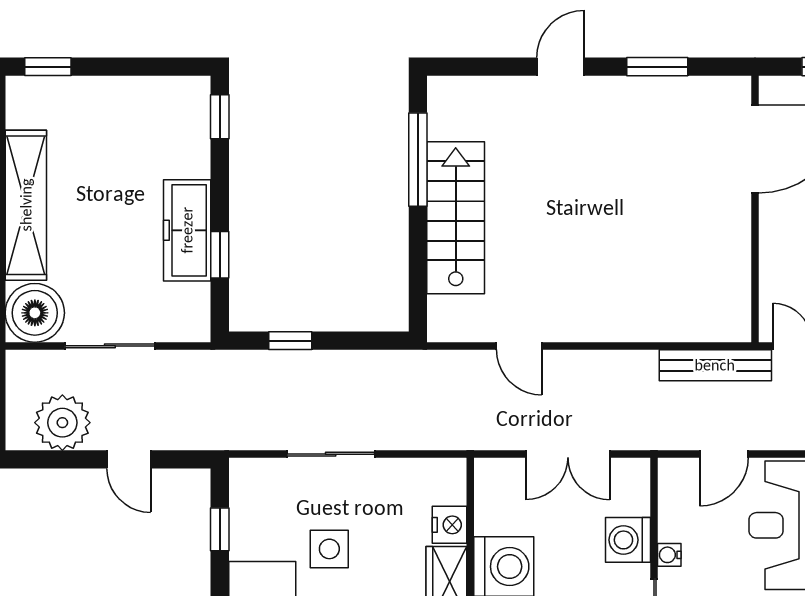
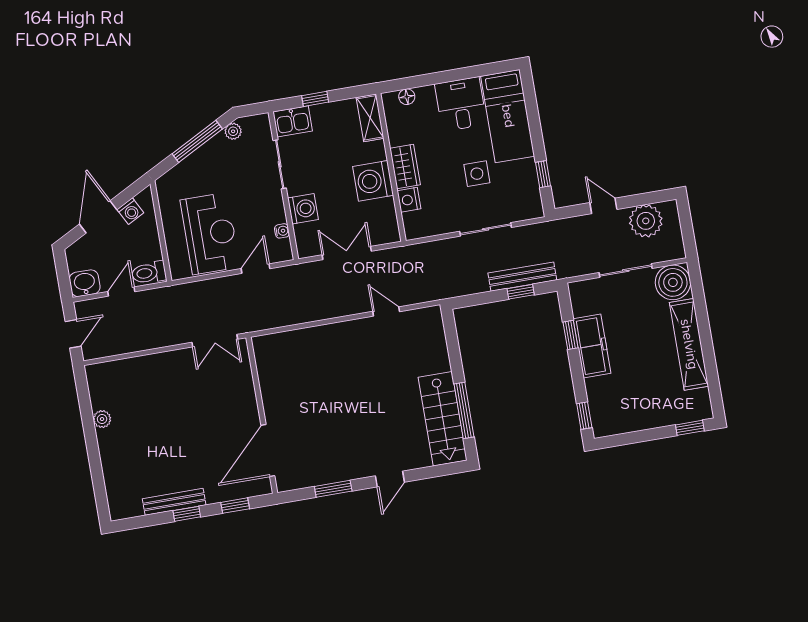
stairs: (456, 218) -> (443, 419), moved
bench: (715, 365) -> (522, 277), moved
water cooler: (669, 555) -> (282, 231), moved

